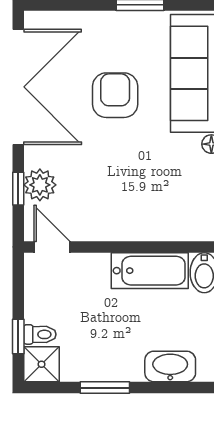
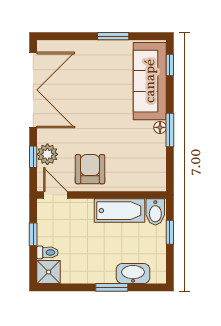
armchair: (115, 95) -> (90, 169), moved
window: (18, 337) -> (33, 234), moved
window: (105, 388) -> (112, 287), moved

